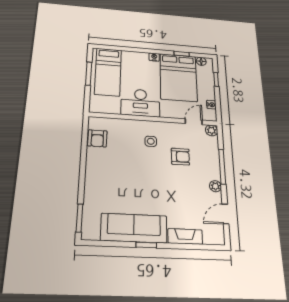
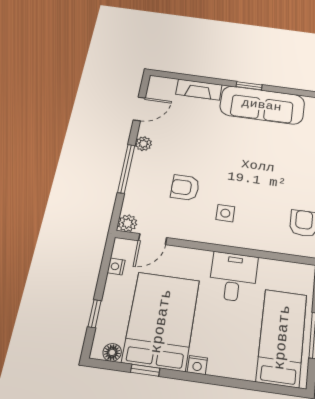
desk: (140, 103) -> (233, 277), width x0.73

